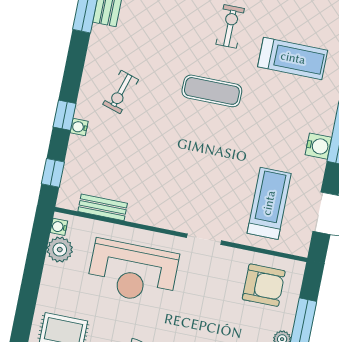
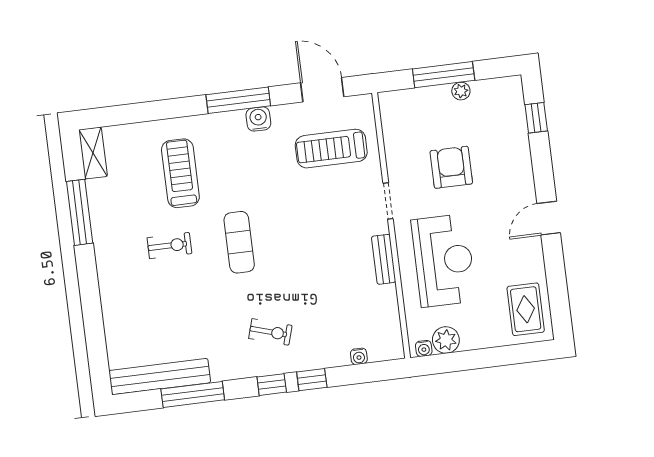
exercise bike: (230, 26) -> (169, 246), turned 180
water cooler: (79, 127) -> (359, 356), moved
window: (53, 173) -> (272, 385), moved
bench: (103, 207) -> (384, 259), moved
armchair: (264, 285) -> (451, 167), moved

